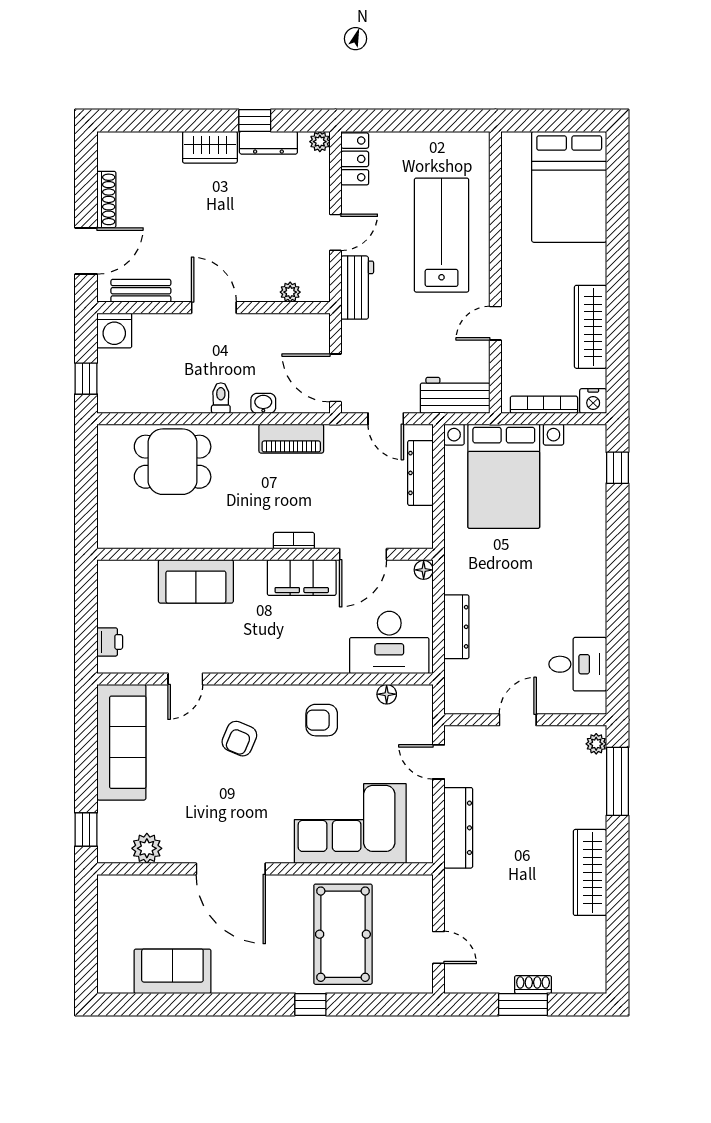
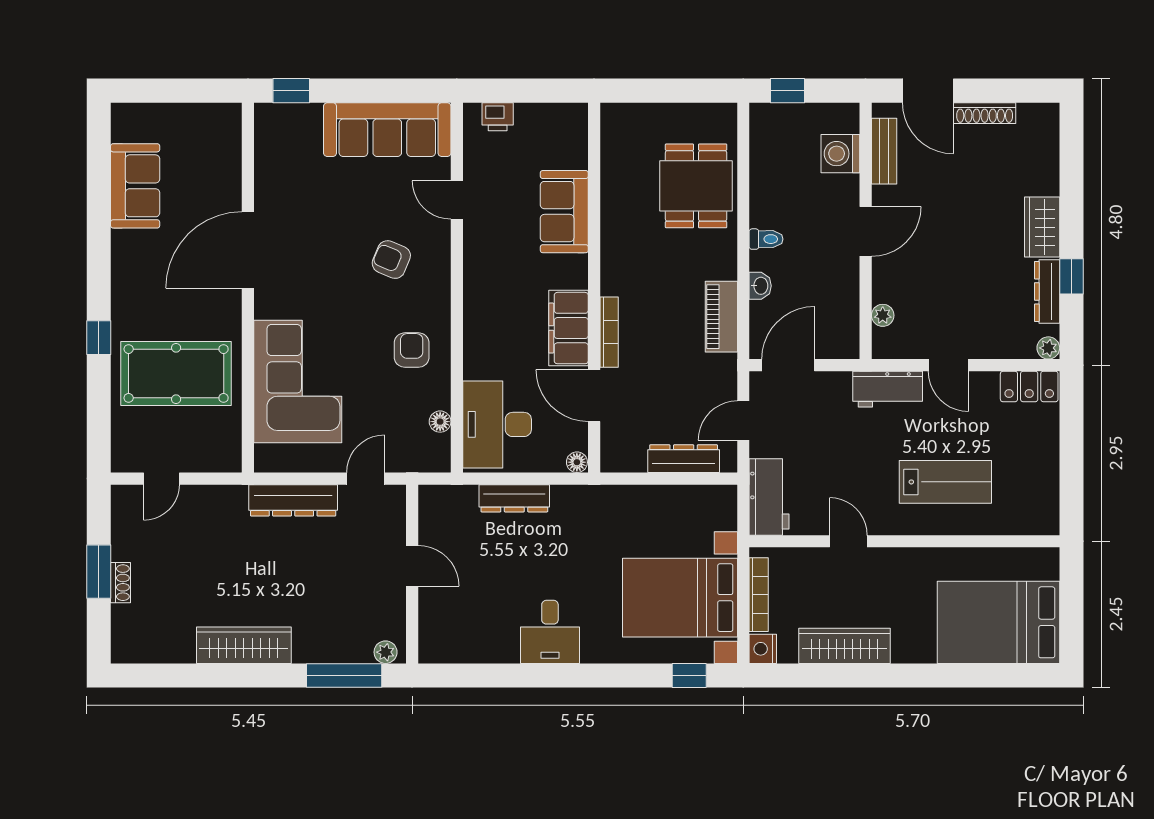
lab bench: (442, 235) -> (945, 482), width x0.73, depth x0.72
washing machine: (114, 330) -> (840, 154), moved
bed with nightstands: (504, 476) -> (680, 598), moved
bookcase: (294, 541) -> (609, 332), width x1.56
desk: (578, 664) -> (550, 632), moved
plant: (147, 848) -> (271, 158), removed

